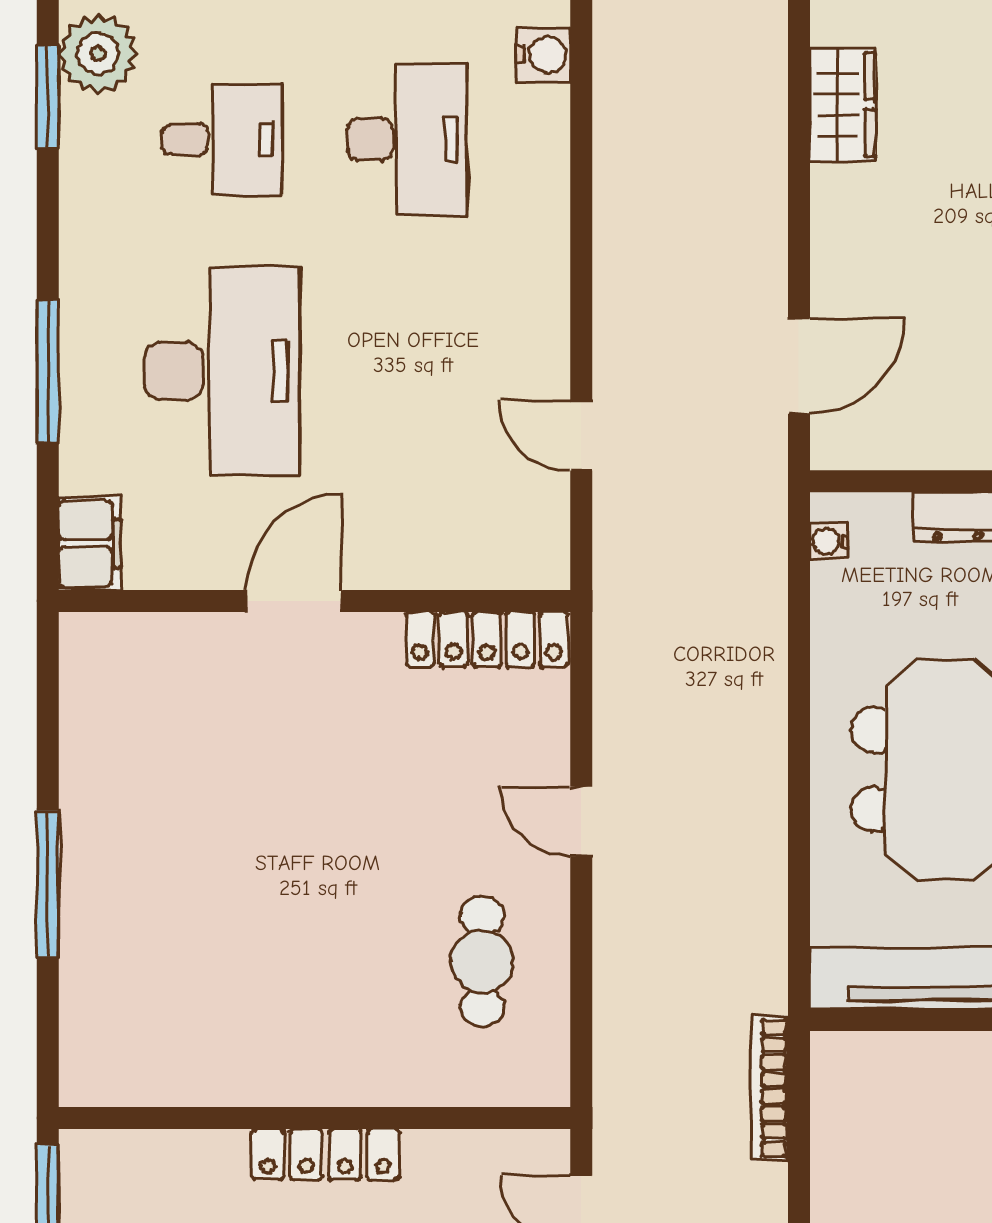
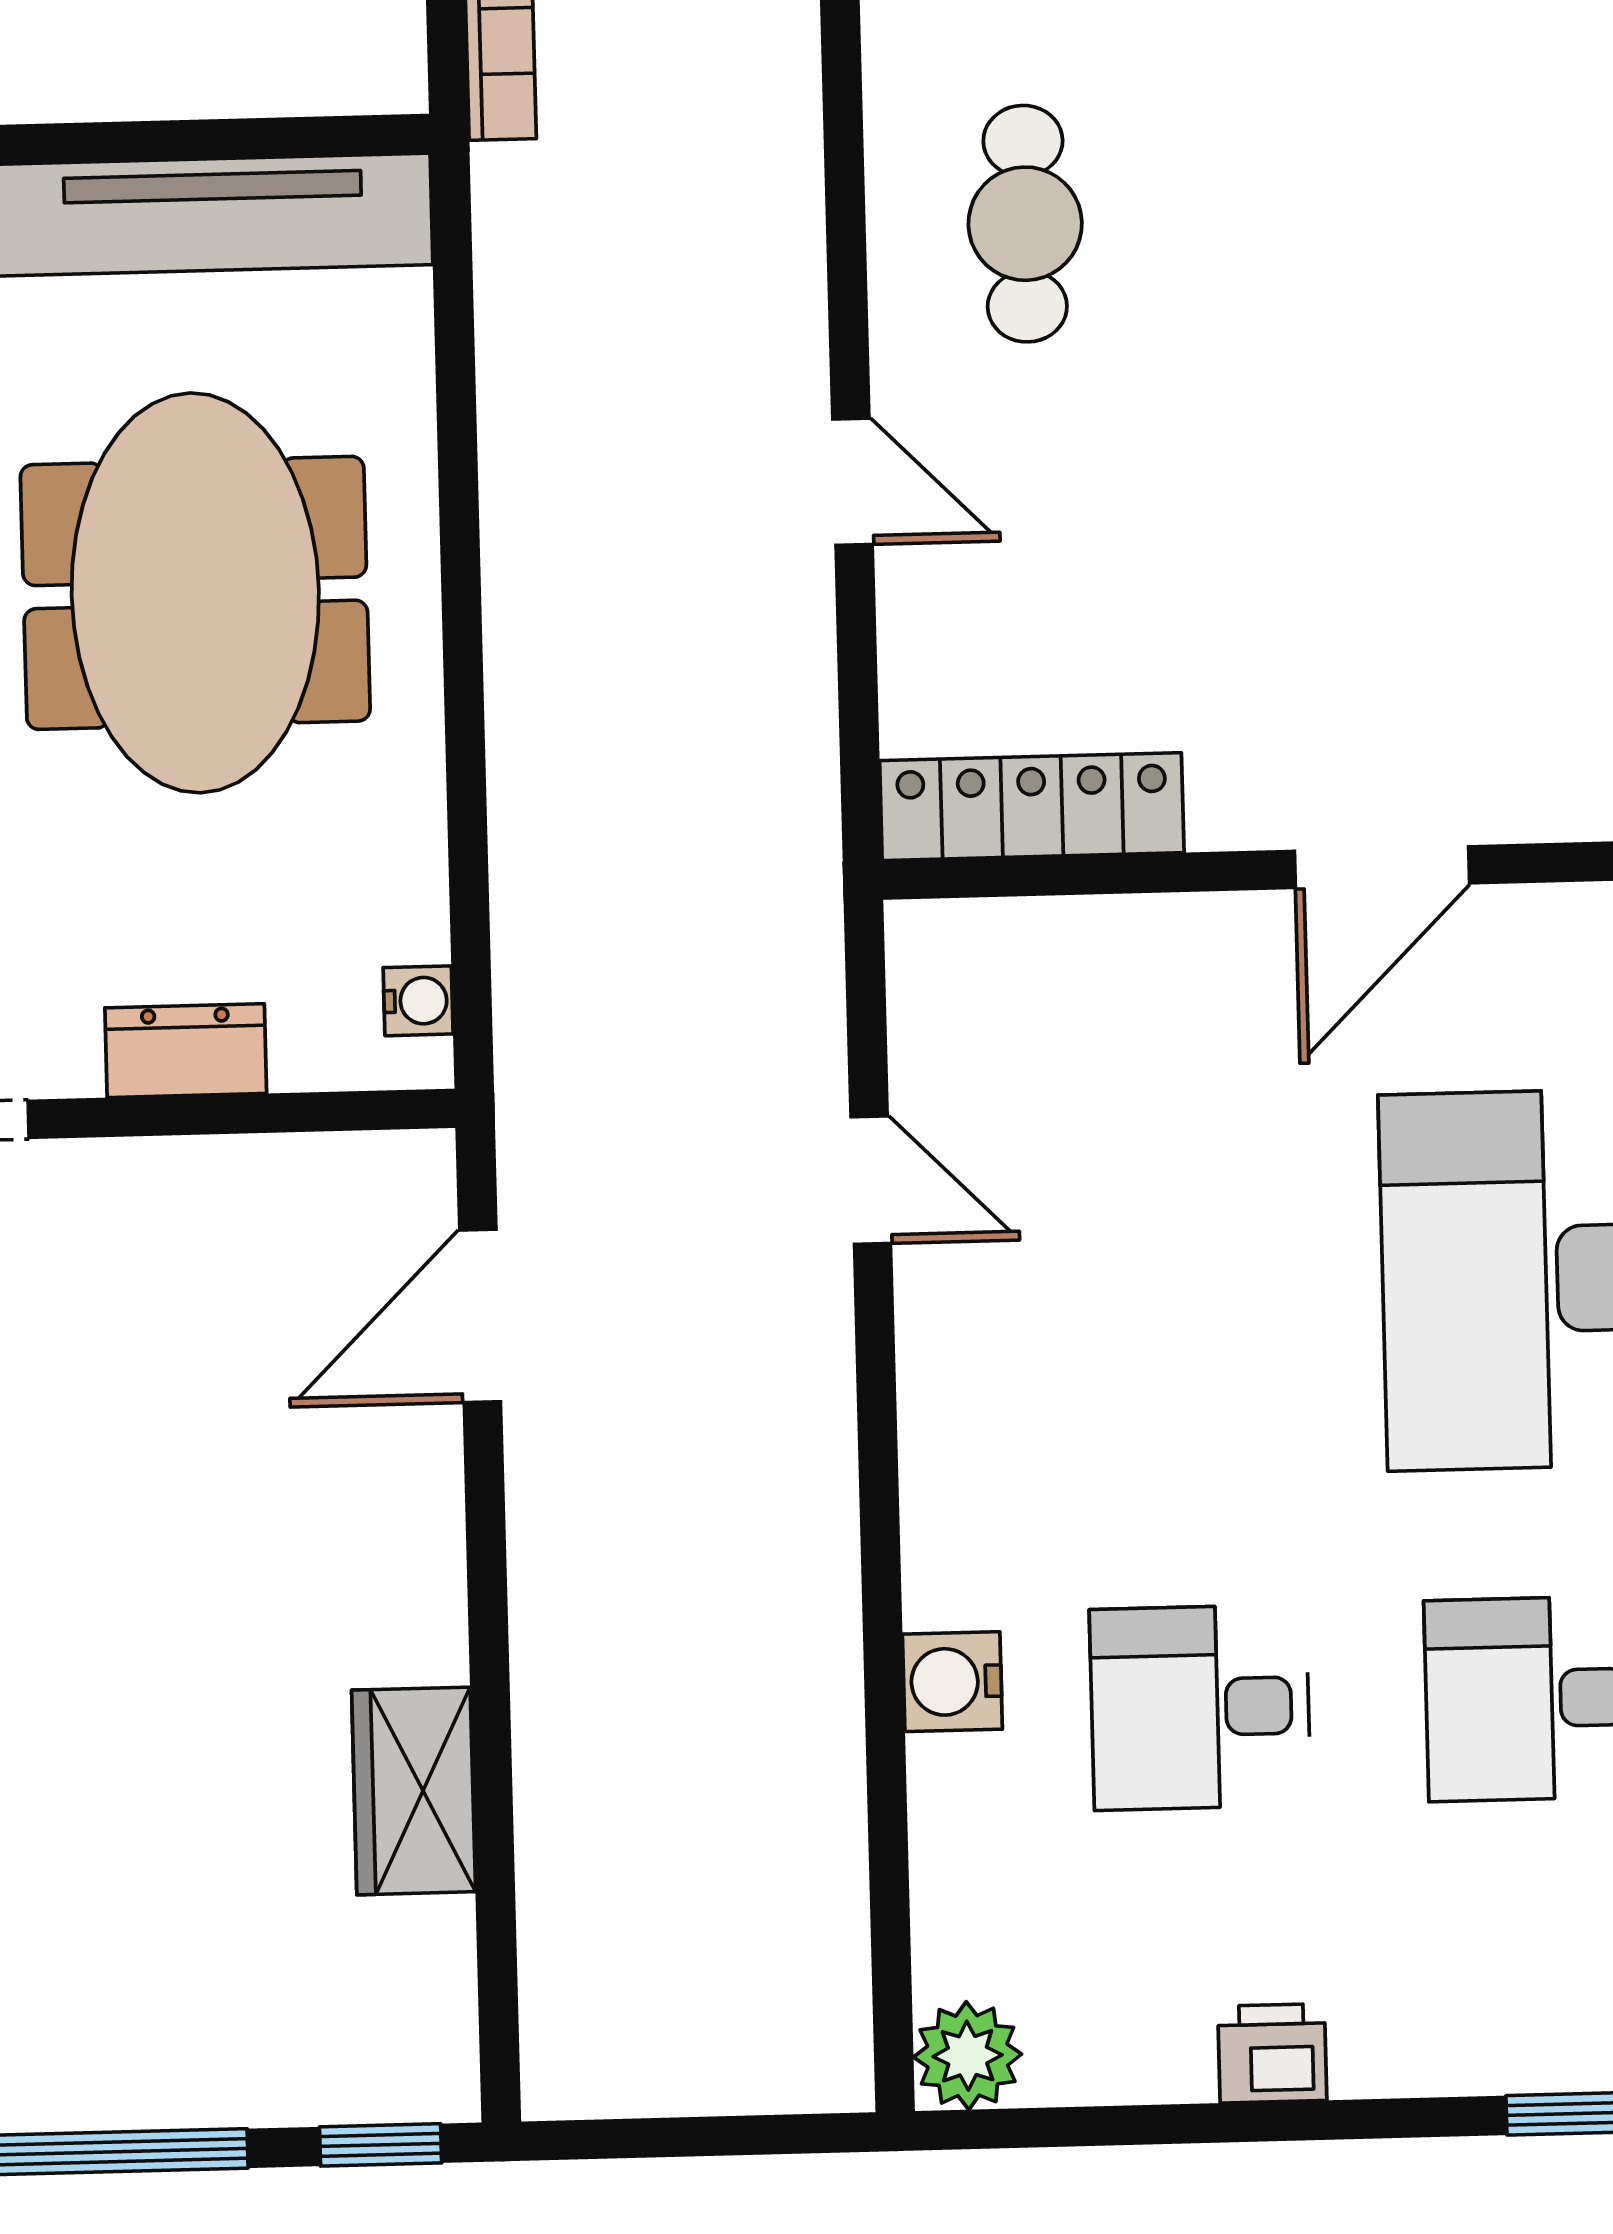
water cooler: (543, 55) -> (952, 1682), moved
desk: (407, 139) -> (1200, 1707), width x0.73

